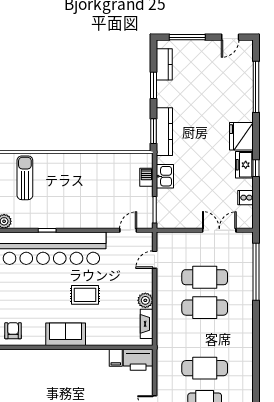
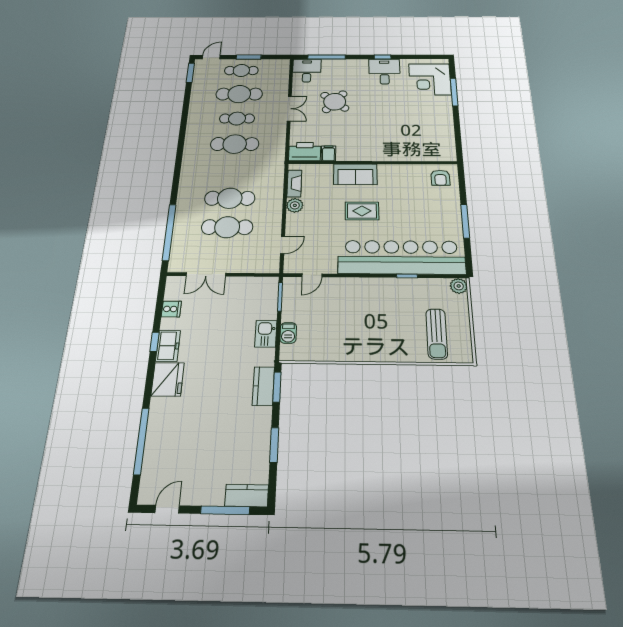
kitchen counter: (164, 64) -> (247, 496), moved, turned 90
kitchen counter: (164, 132) -> (263, 386), width x0.67
sofa: (66, 334) -> (355, 174), moved

